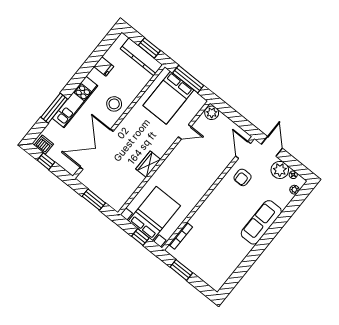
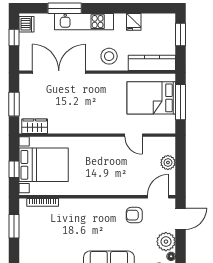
window: (149, 48) -> (181, 34), moved
kitchen counter: (141, 57) -> (152, 63), moved, turned 90
plant: (212, 113) -> (168, 163), moved
wardrobe: (148, 164) -> (35, 126), moved

